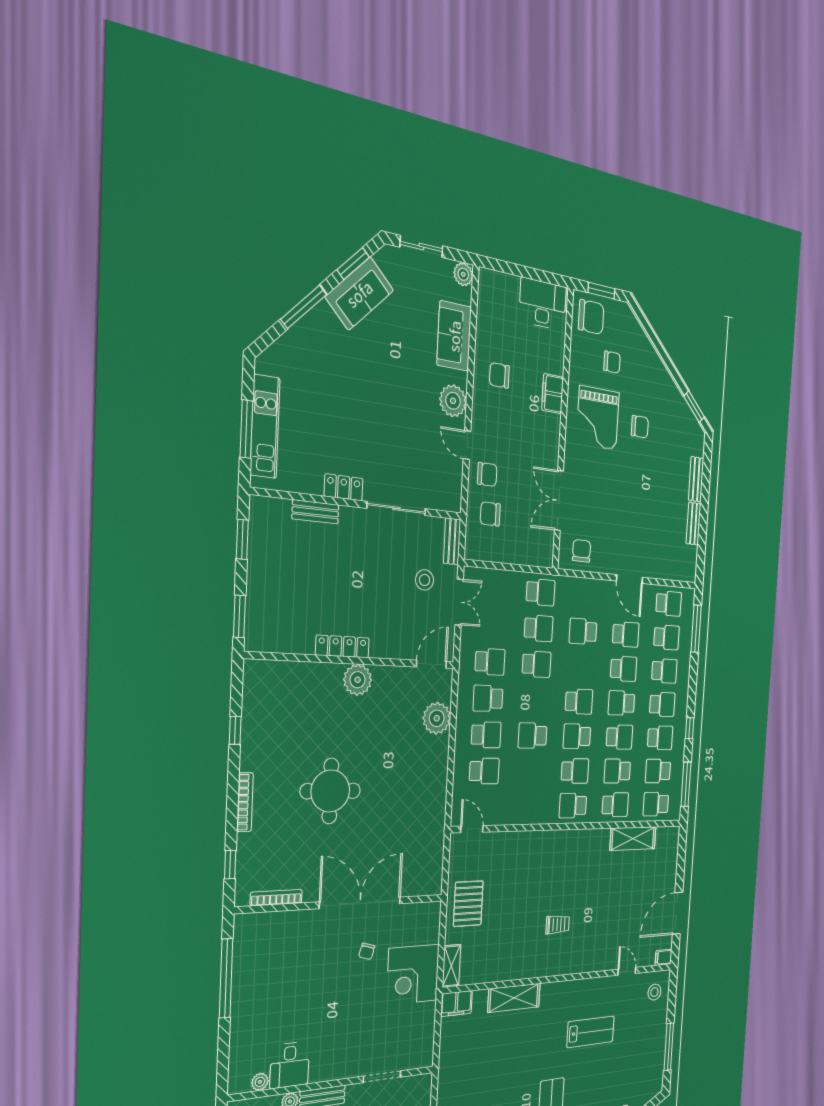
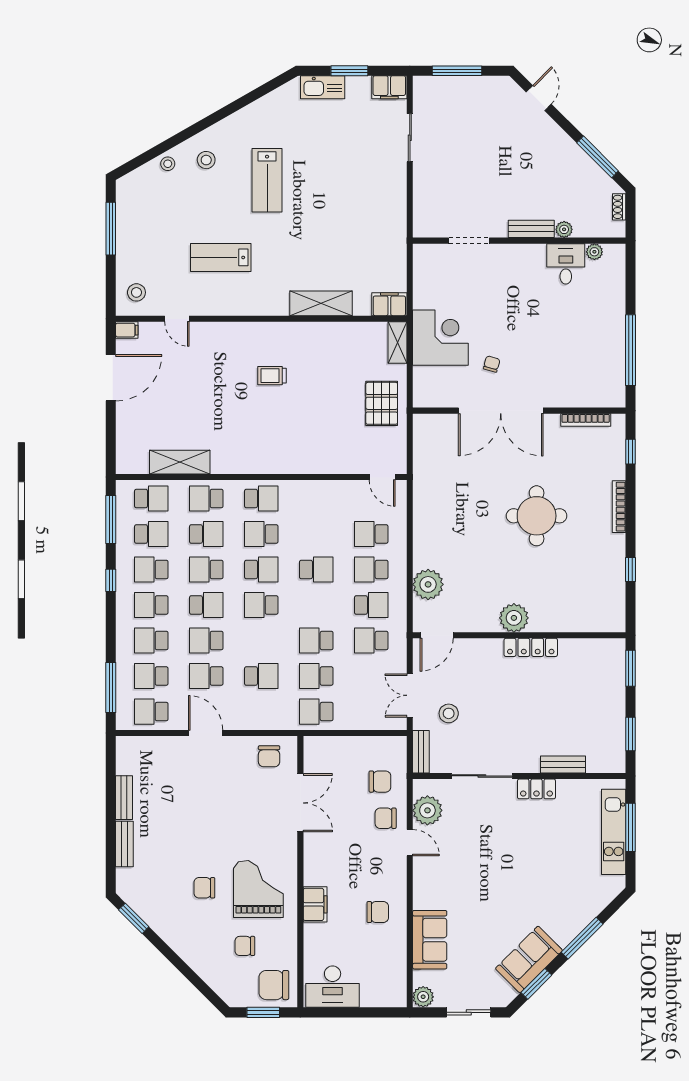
plant: (453, 401) -> (427, 810), moved

